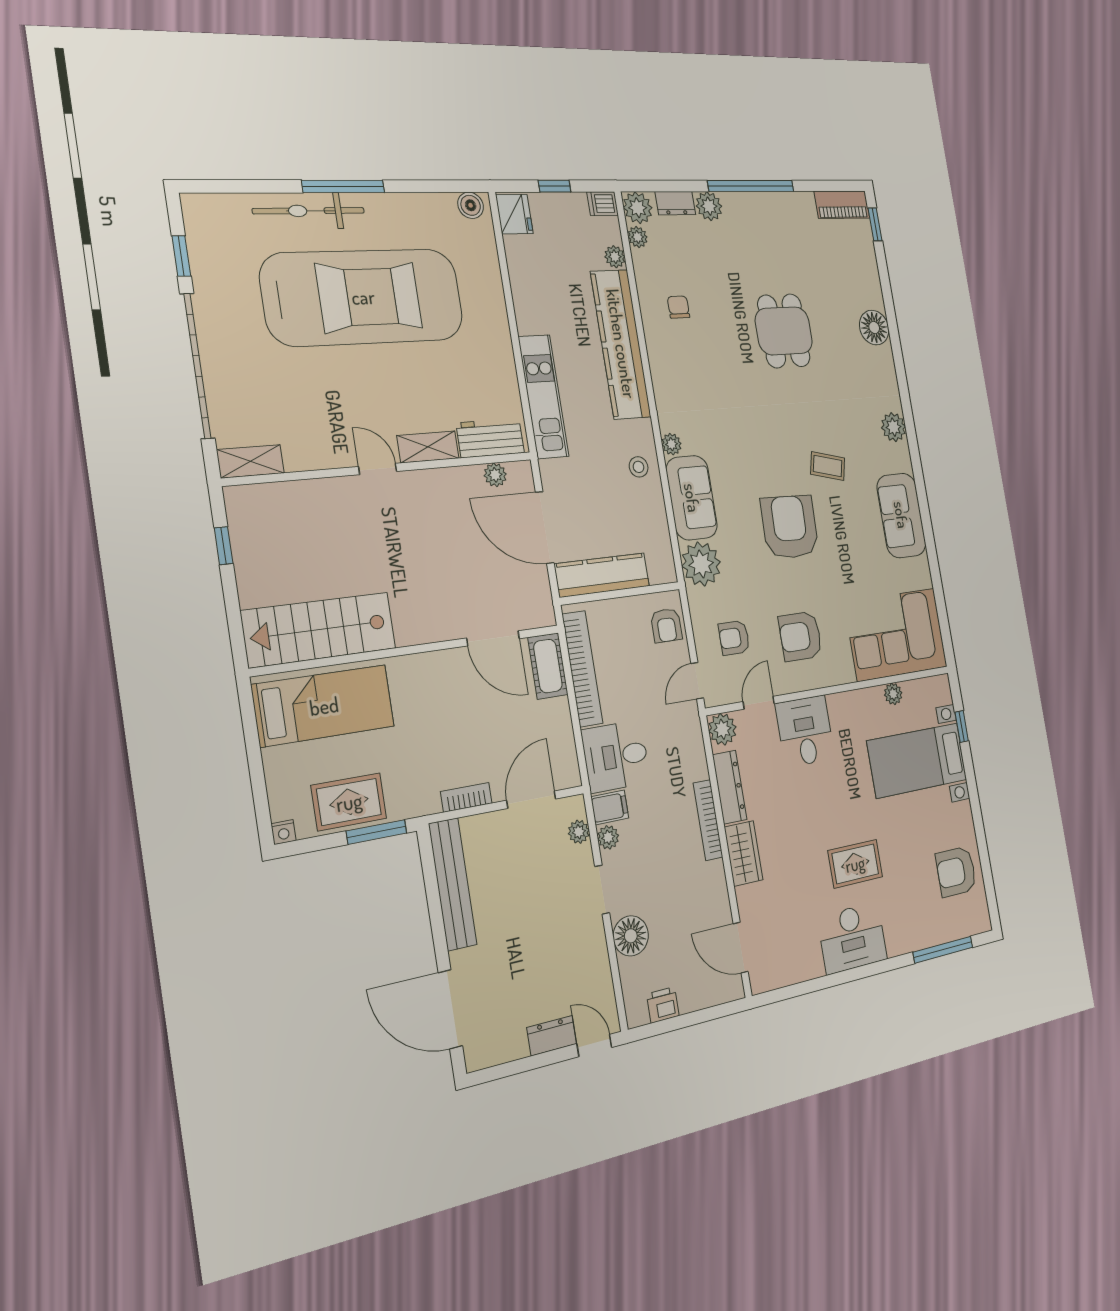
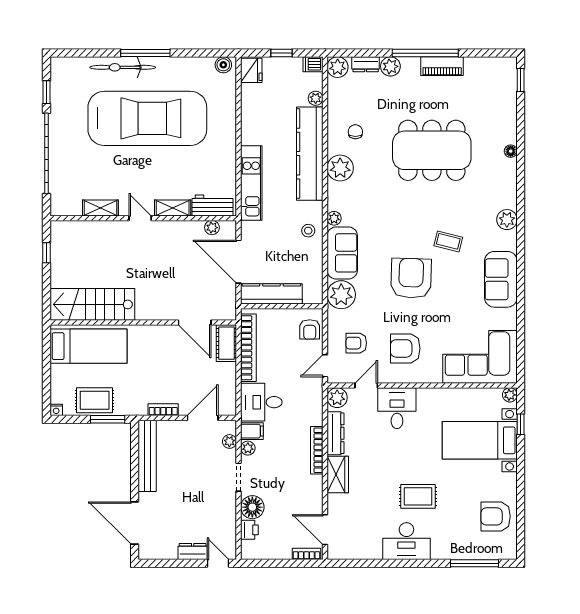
piano: (842, 205) -> (442, 66), moved
plant: (638, 237) -> (340, 168), moved, width x1.87, depth x1.87
floor lamp: (874, 328) -> (511, 151), width x0.53, depth x0.53
dining table: (784, 331) -> (432, 150), width x1.88, depth x1.24
shelving: (250, 461) -> (100, 208), moved
plant: (893, 694) -> (510, 395), moved
bookcase: (721, 994) -> (306, 554), added
printer: (663, 1005) -> (249, 530), moved, turned 90

